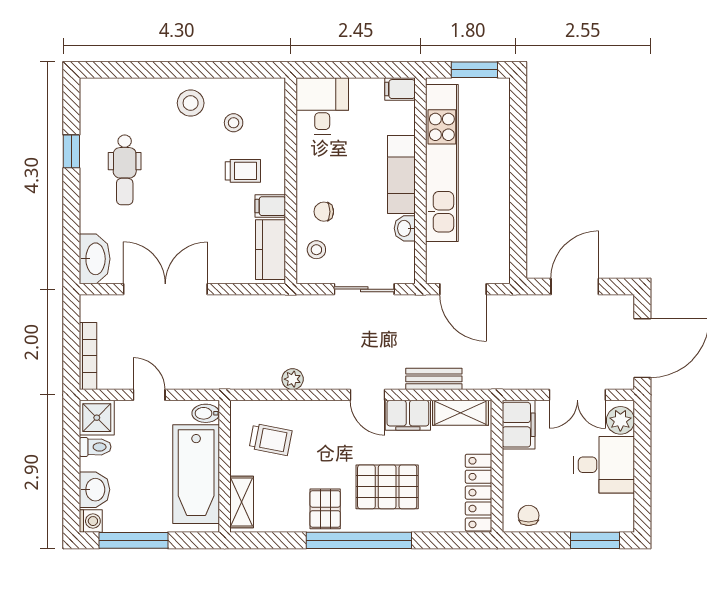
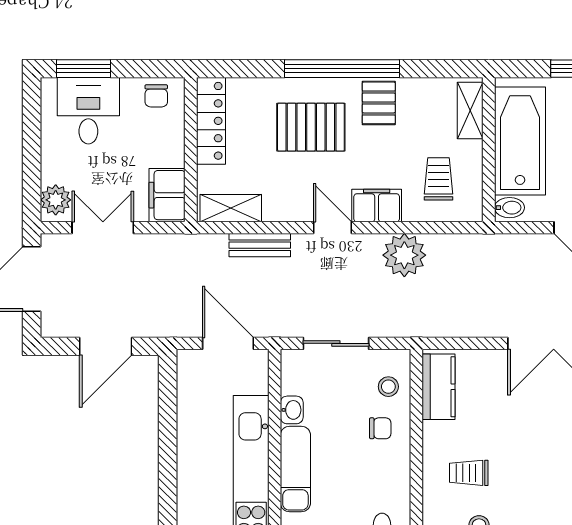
filing cabinet: (270, 206) -> (439, 434), removed
plant: (293, 379) -> (404, 255), width x1.88, depth x1.88
filing cabinet: (408, 415) -> (377, 205), moved
trolley: (271, 439) -> (439, 179), turned 79
desk: (604, 465) -> (88, 111), moved, turned 90

